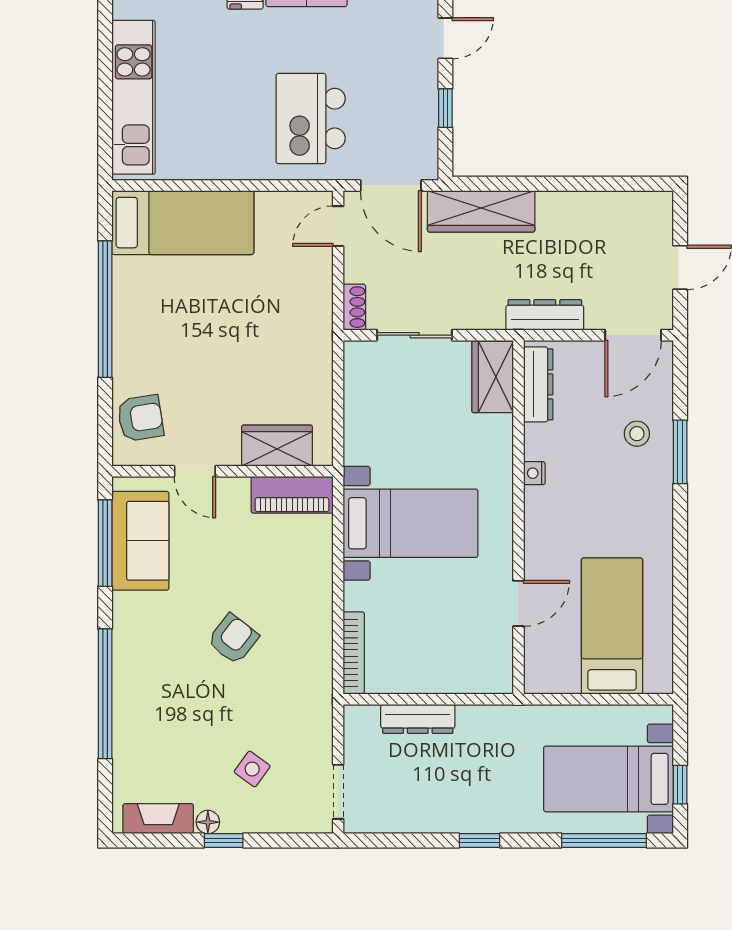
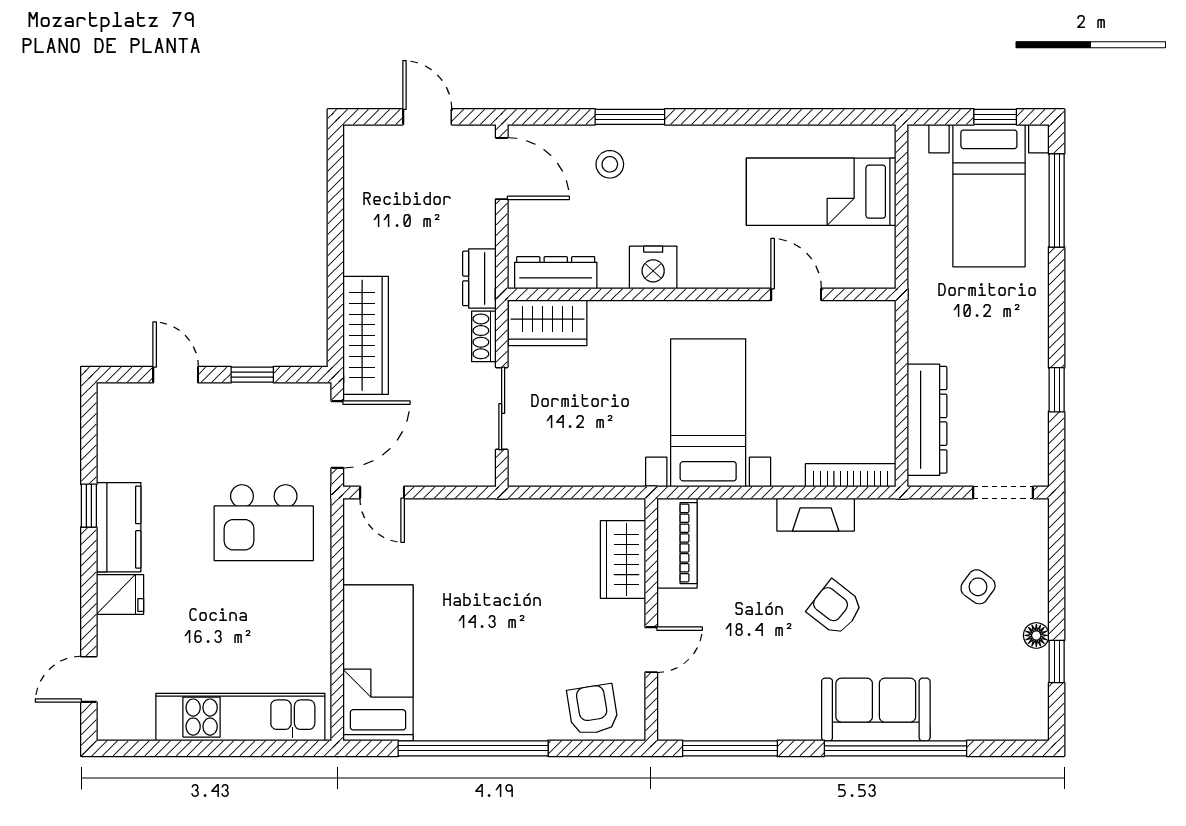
shoe rack: (354, 307) -> (484, 336), moved, turned -90
dresser: (545, 315) -> (479, 278), width x0.70
nightstand: (534, 473) -> (653, 267), width x1.89, depth x1.79
sofa: (140, 541) -> (876, 710), moved
dresser: (418, 719) -> (927, 420), width x1.37, depth x1.24
fireplace: (158, 819) -> (816, 515), moved, turned -90
window: (224, 840) -> (1057, 662), moved
window: (480, 840) -> (1057, 390), moved

